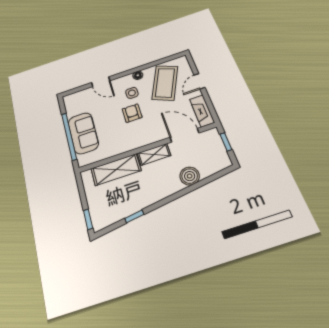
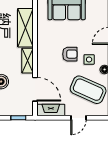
door: (199, 81) -> (78, 118), swing flipped
door: (184, 135) -> (35, 89), hinge flipped

